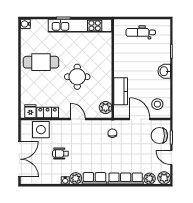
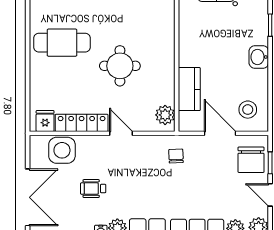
locker: (48, 112) -> (82, 123), width x1.53
chair: (159, 136) -> (251, 160), turned -90

